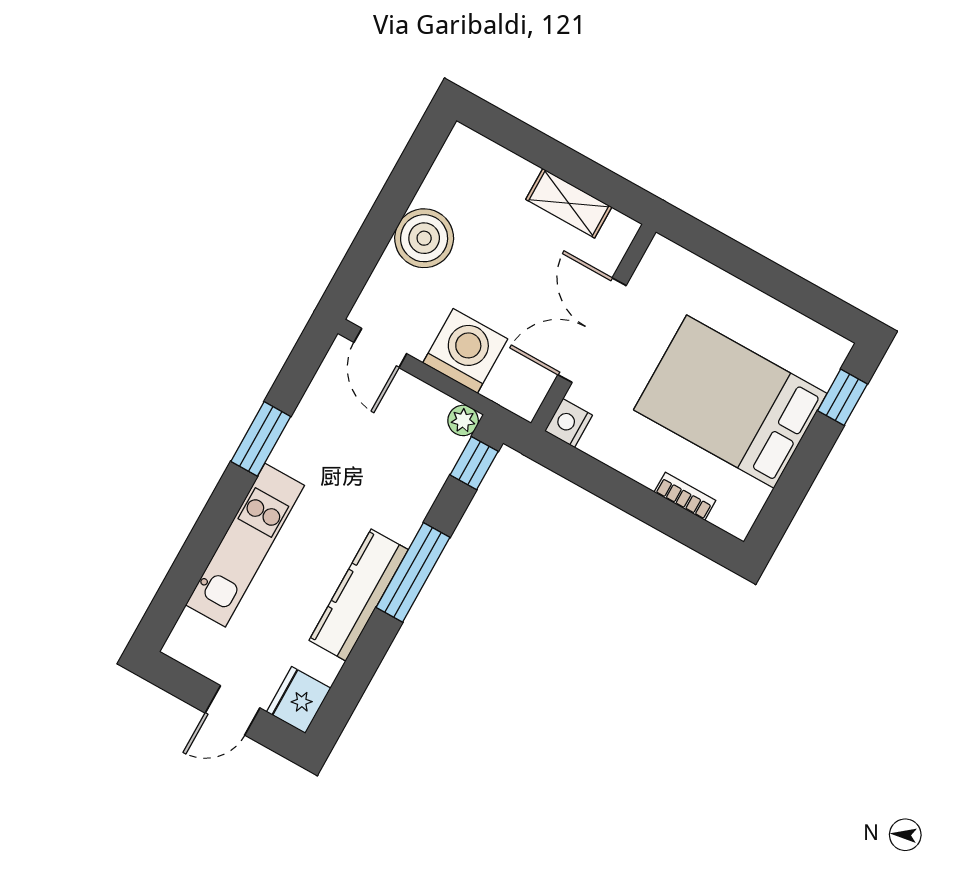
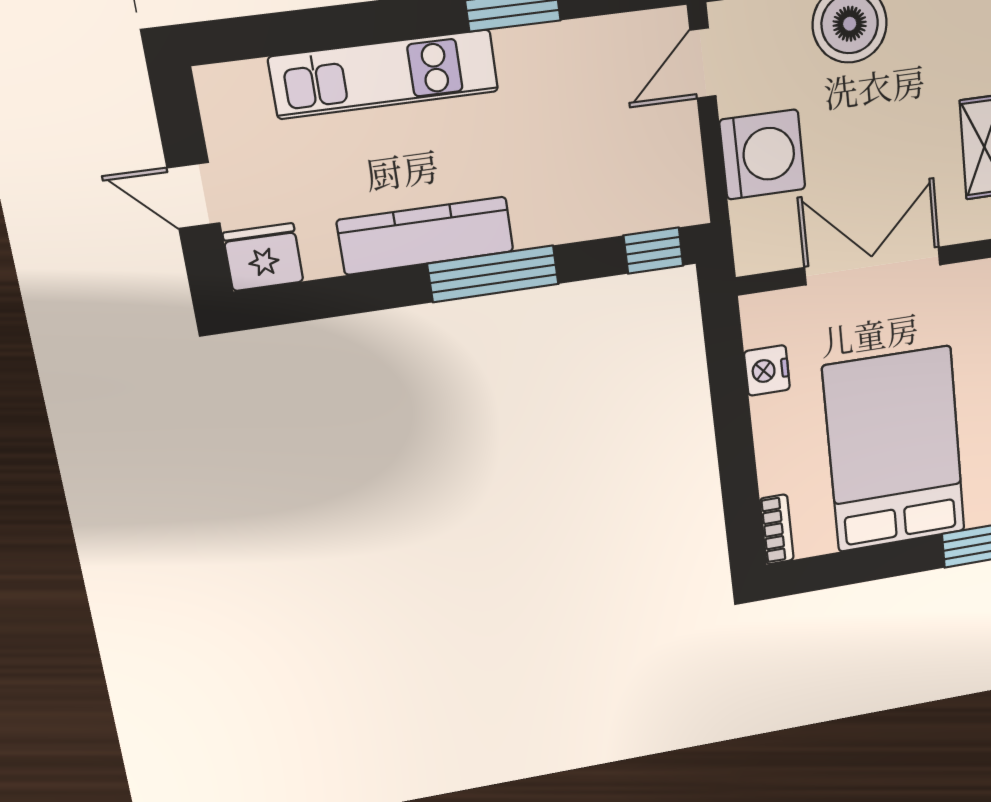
plant: (463, 420) -> (689, 206), removed
nightstand: (569, 423) -> (767, 370), moved, turned -90
bookcase: (685, 496) -> (777, 529), moved

